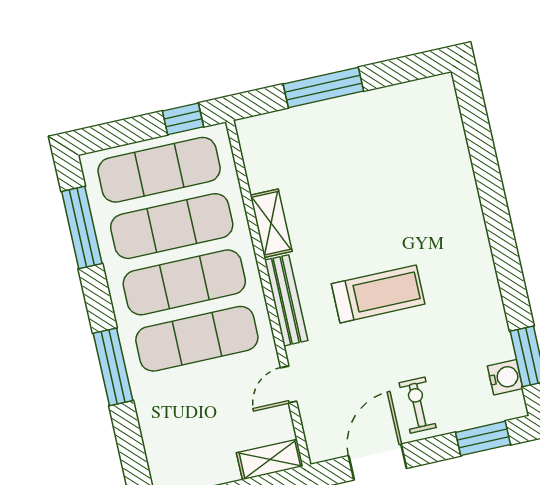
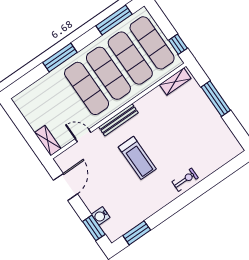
shelving: (271, 223) -> (175, 82), moved
water cooler: (505, 377) -> (101, 216), moved, turned 90
exercise bike: (418, 405) -> (185, 180), moved
door: (378, 462) -> (65, 187), hinge flipped

